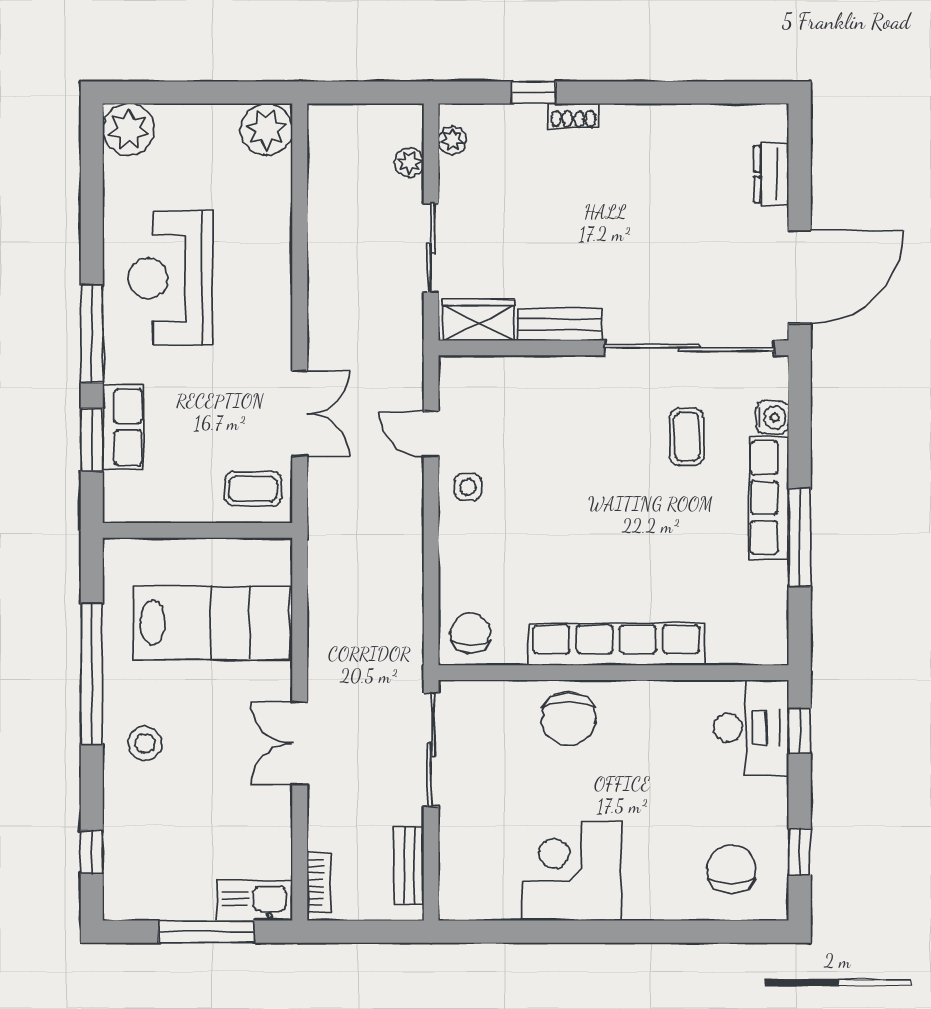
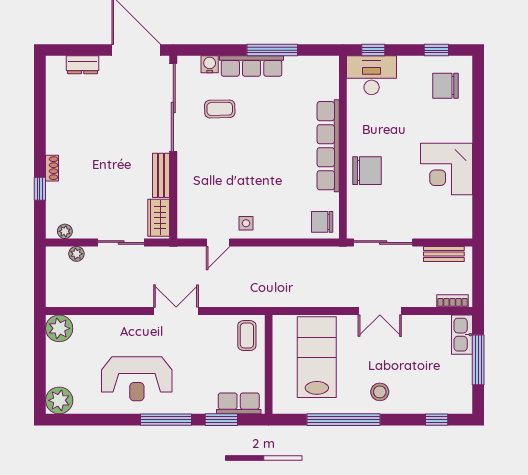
double door: (300, 414) -> (176, 311), moved
row of seats: (123, 427) -> (239, 403), moved

